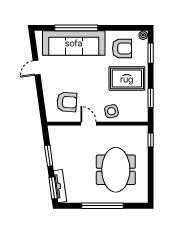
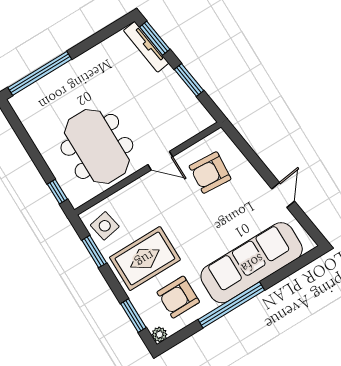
window: (76, 28) -> (231, 305), moved
side table: (111, 111) -> (105, 226), moved
meeting table: (116, 170) -> (97, 146), moved
window: (102, 206) -> (40, 73), moved

